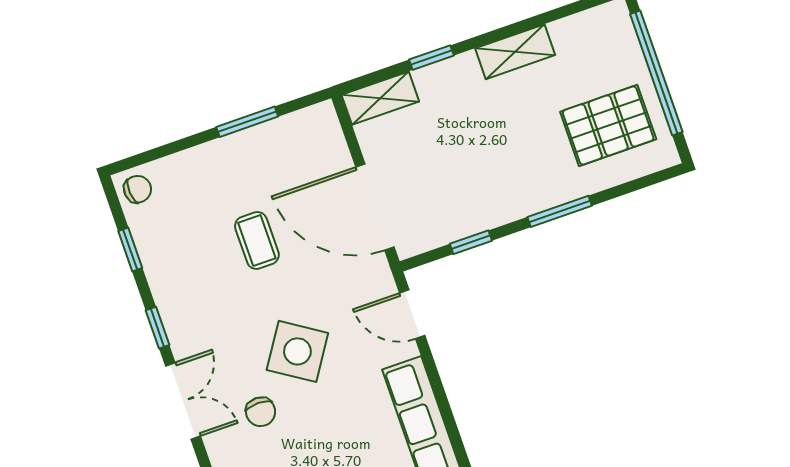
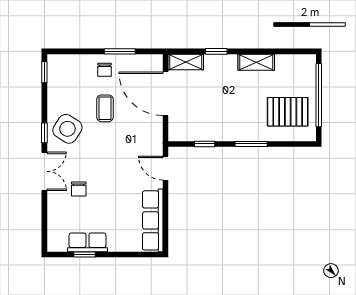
chair: (138, 189) -> (104, 70), moved, turned 95
door: (375, 207) -> (166, 94), moved
window: (130, 249) -> (44, 72), moved
side table: (297, 351) -> (67, 129), moved

